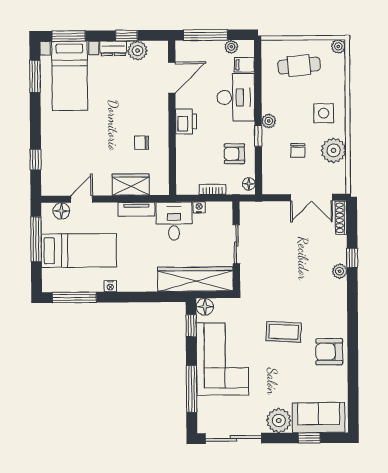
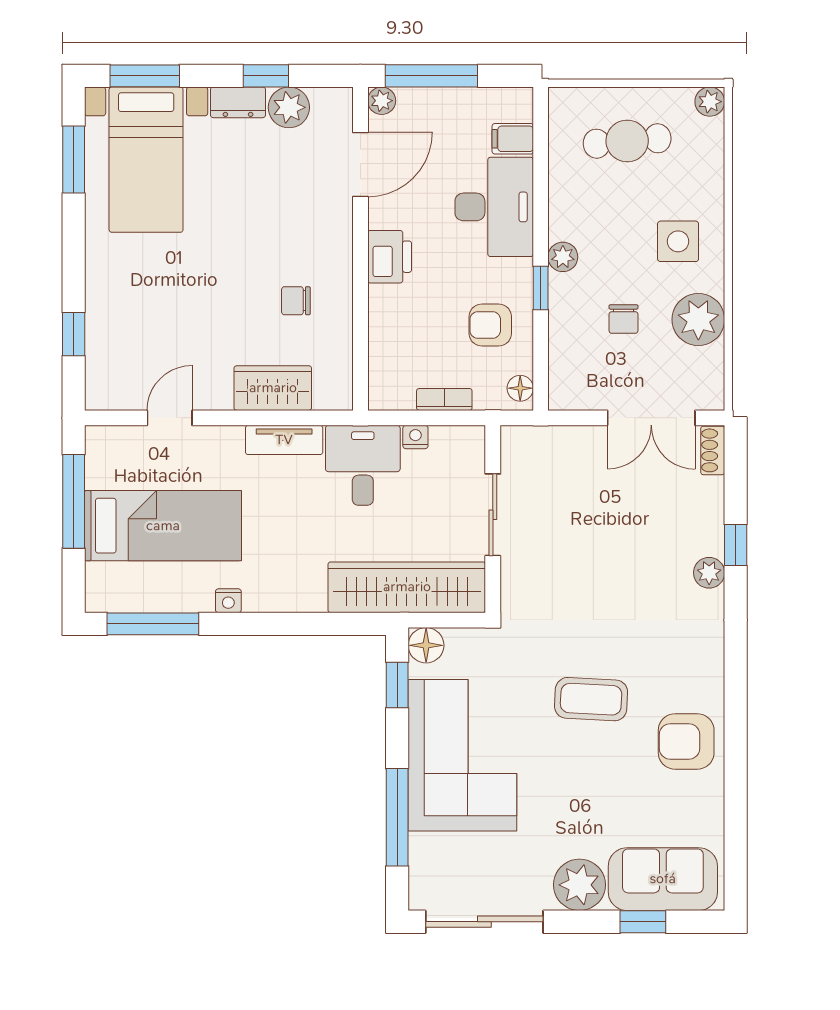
plant: (231, 47) -> (382, 101), moved
floor lamp: (61, 211) -> (127, 442), removed
shoe rack: (341, 218) -> (713, 450), width x0.70

